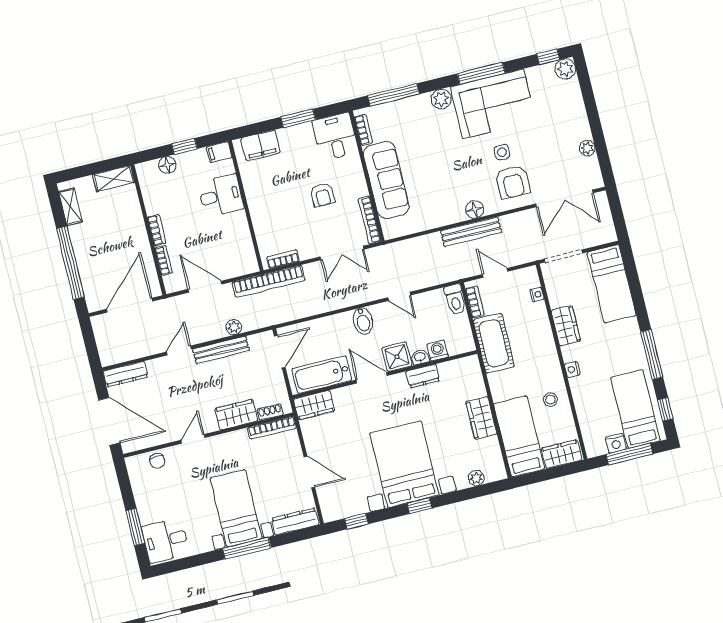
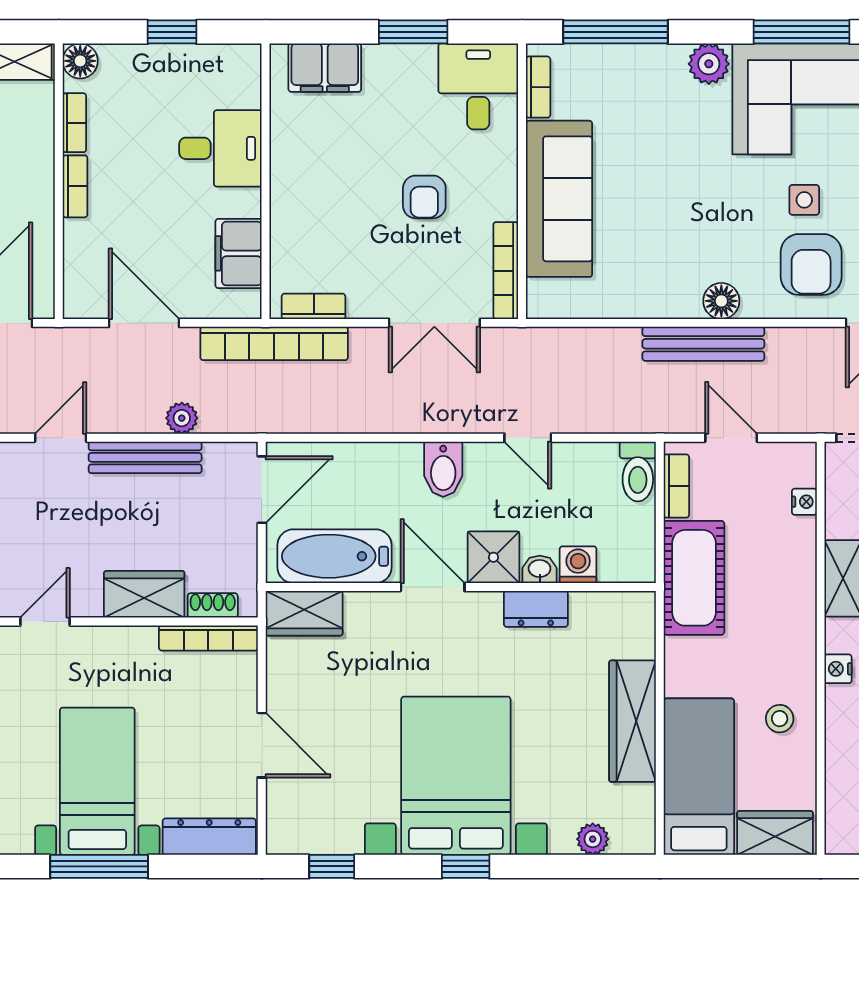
filing cabinet: (219, 152) -> (239, 253), moved, width x2.00
floor lamp: (167, 165) -> (80, 61), moved
bookcase: (164, 260) -> (74, 123), moved
wardrobe: (481, 418) -> (633, 721), width x1.50

